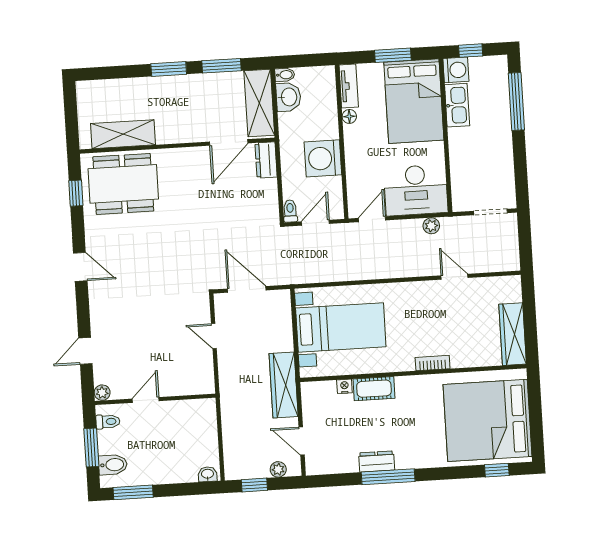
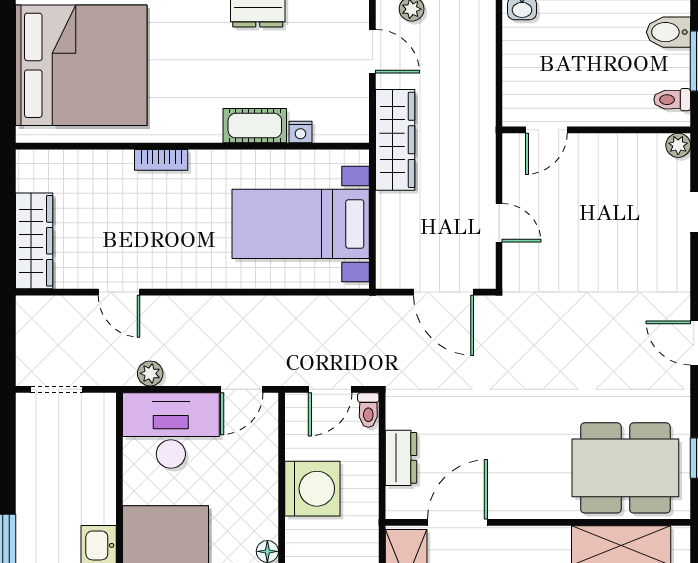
dresser: (266, 160) -> (401, 458), moved
wardrobe: (513, 334) -> (34, 241), moved
door: (146, 400) -> (546, 130), moved

